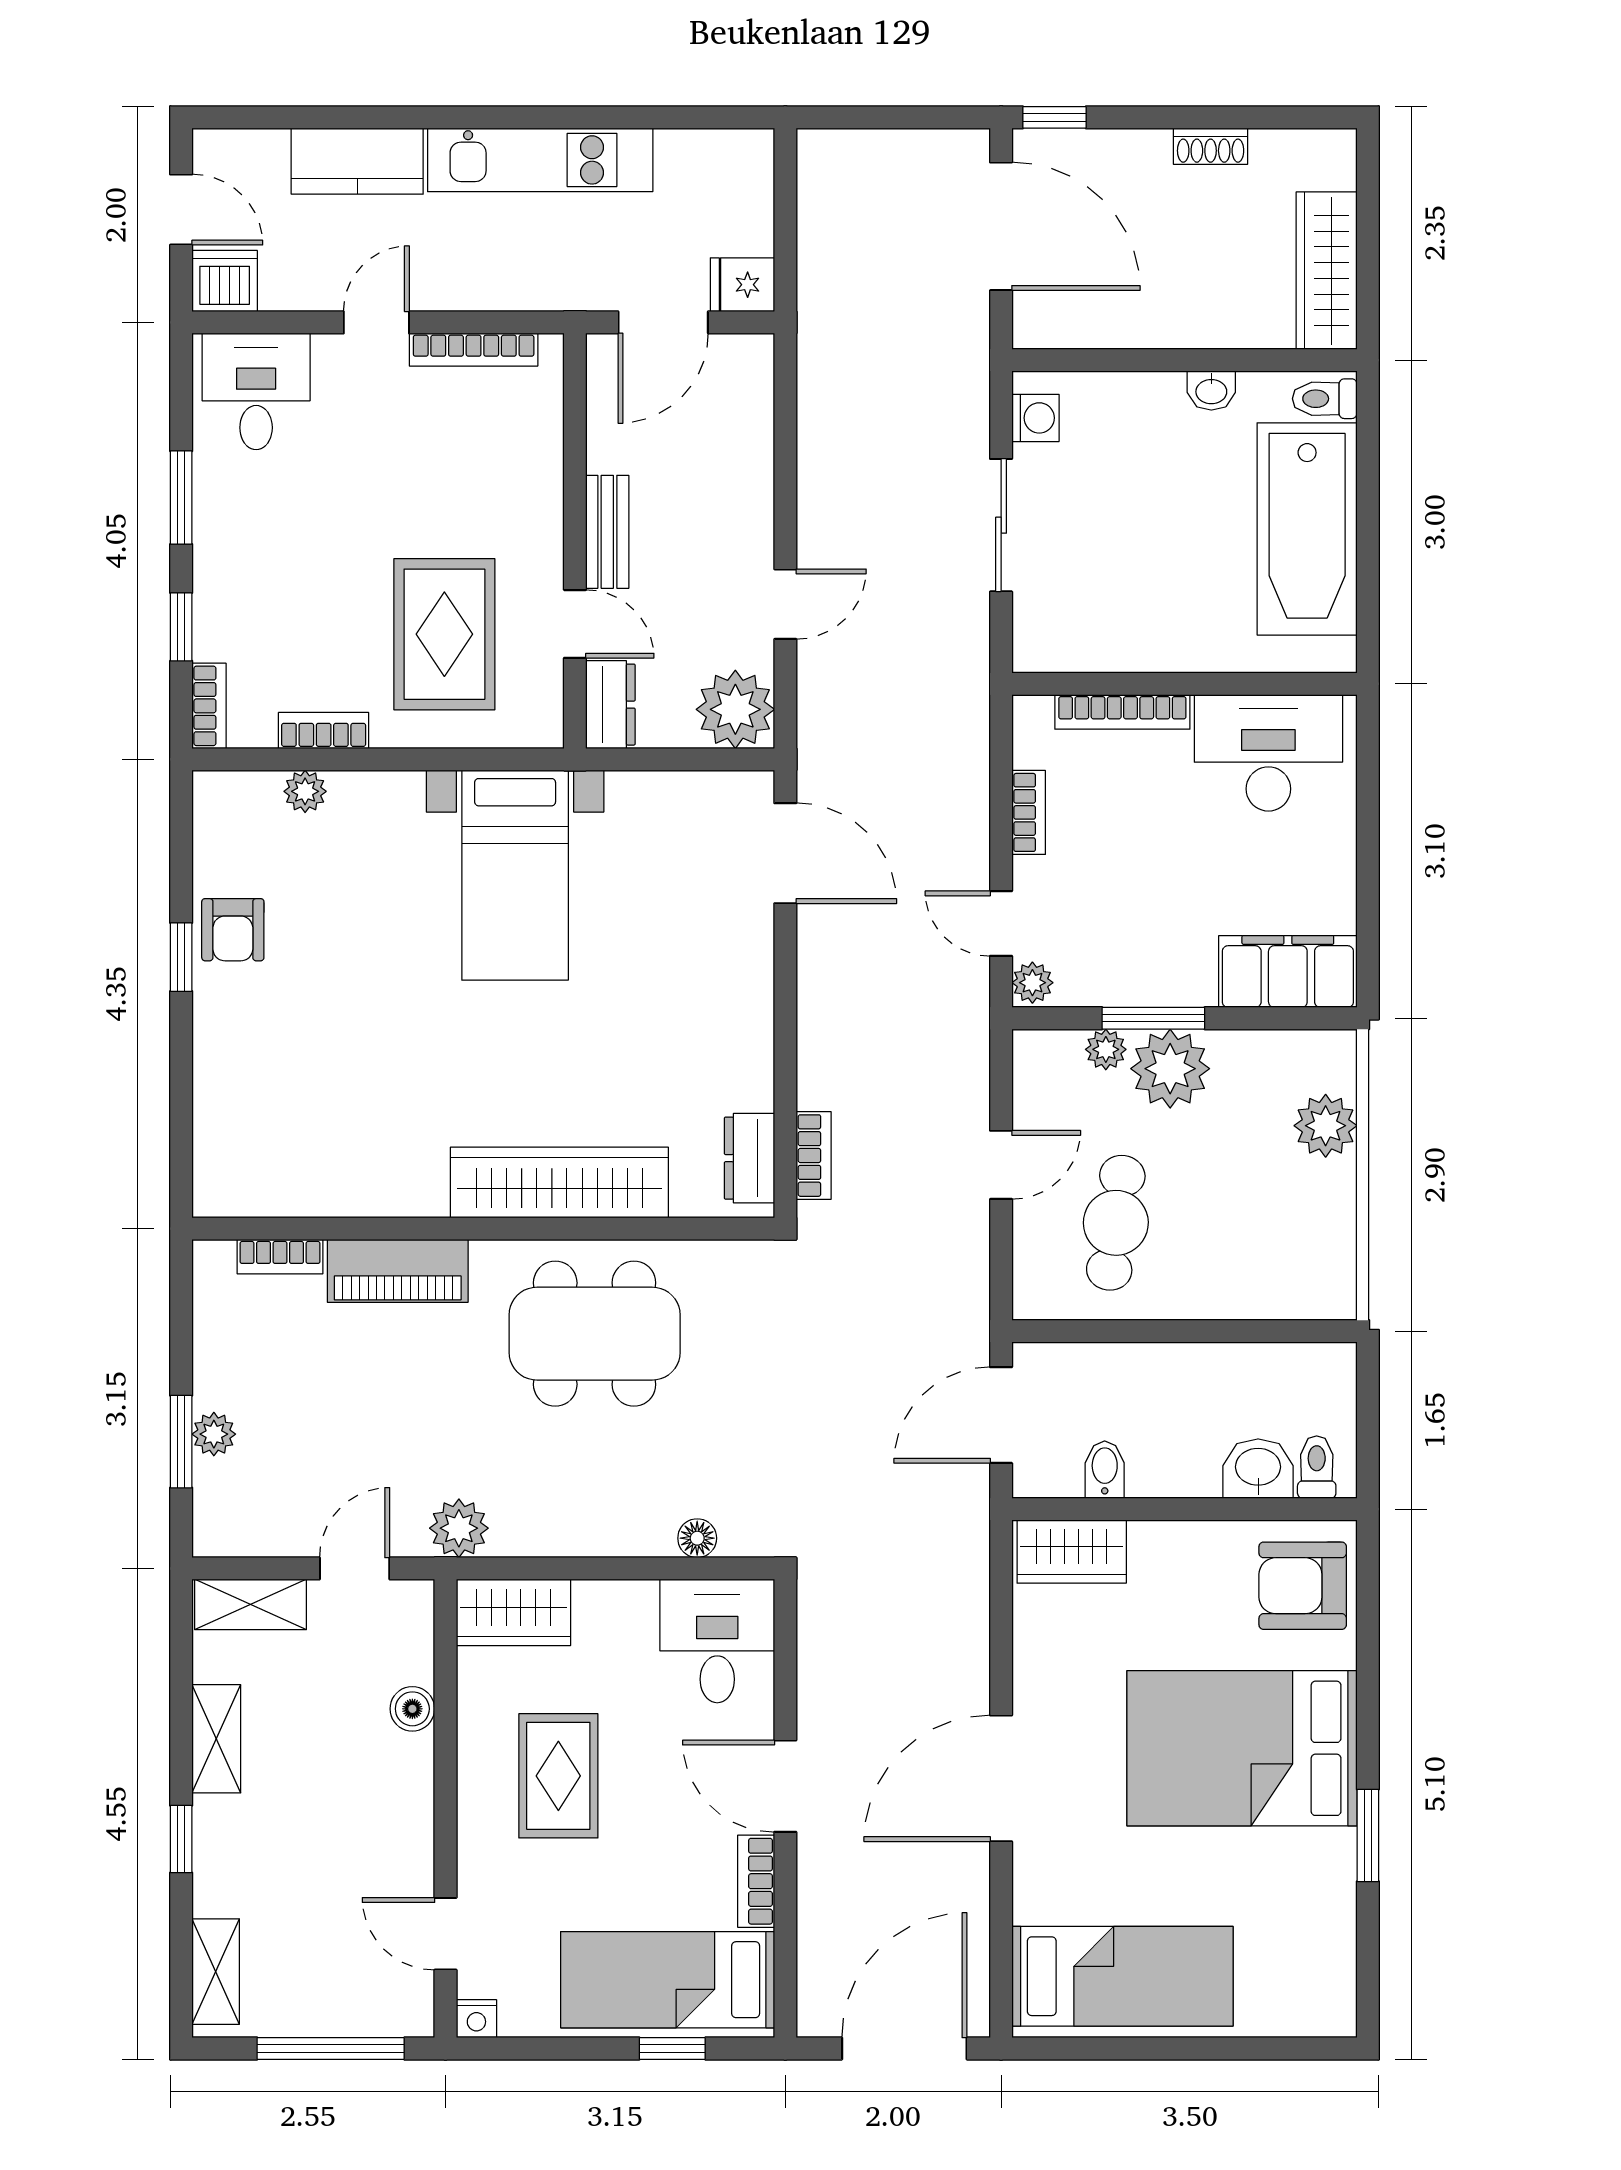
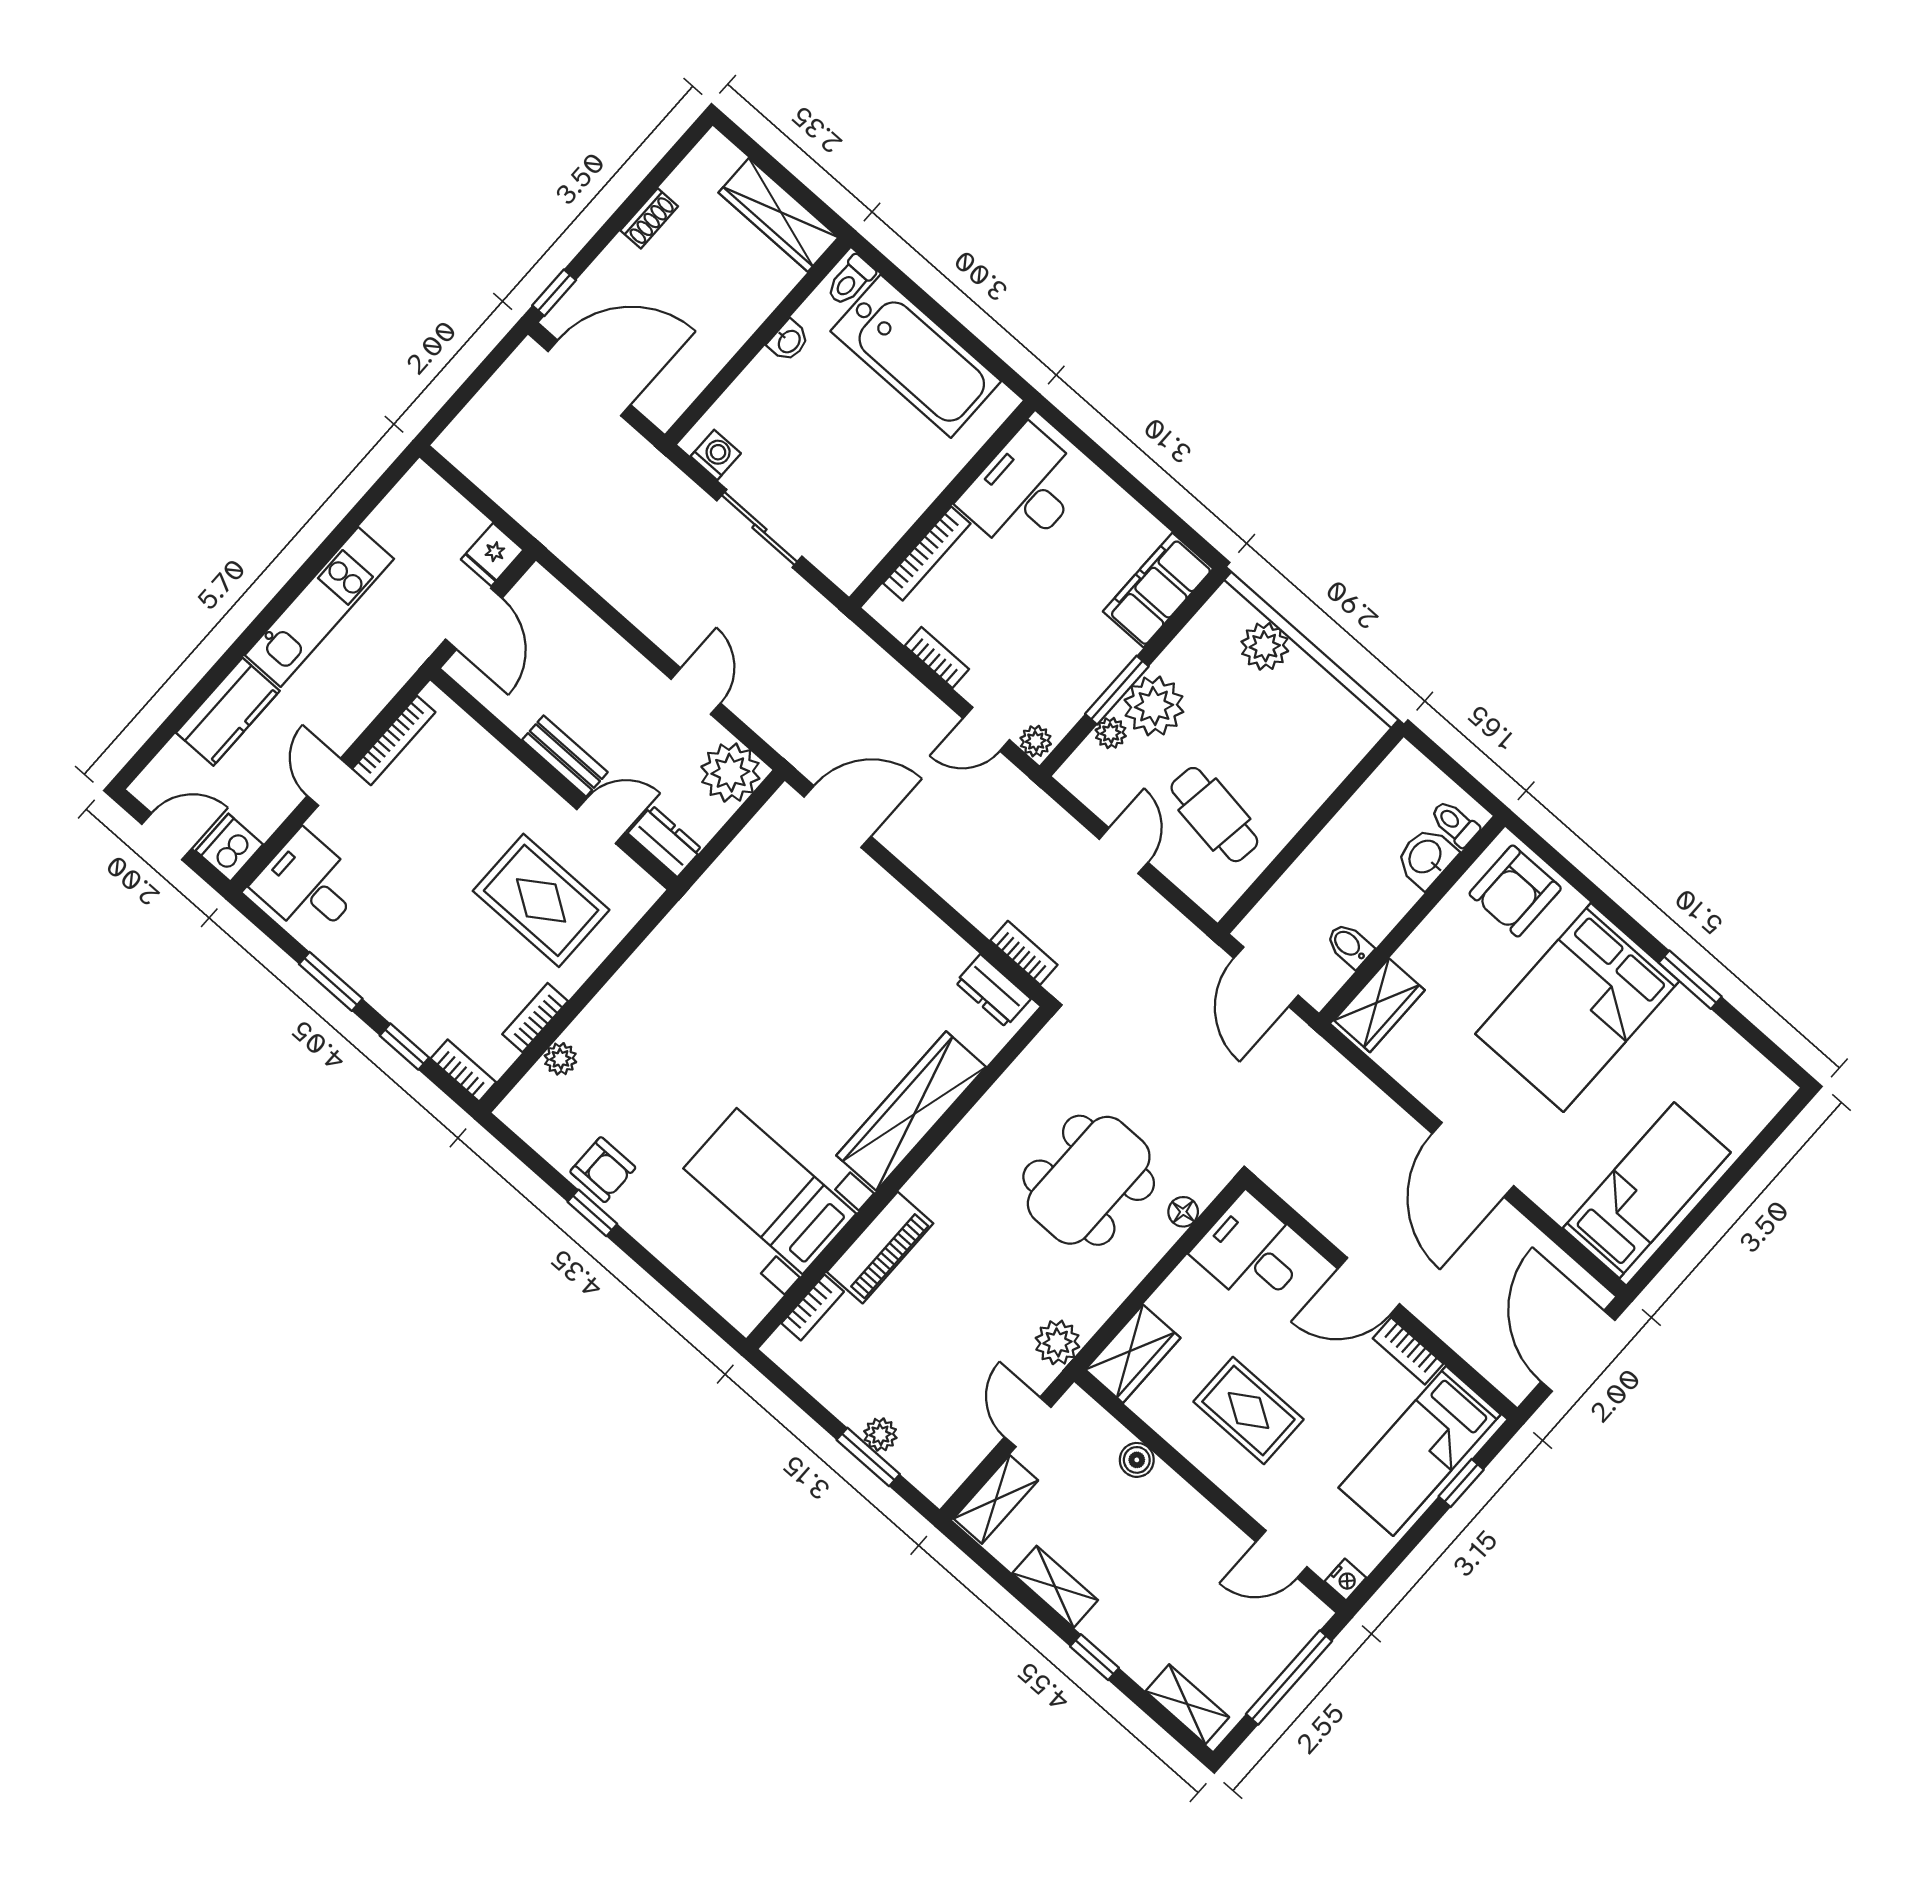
bed with nightstands: (515, 875) -> (770, 1191), moved, turned 180
dining table: (595, 1334) -> (1089, 1180), moved

